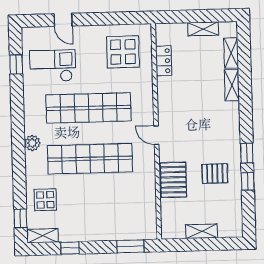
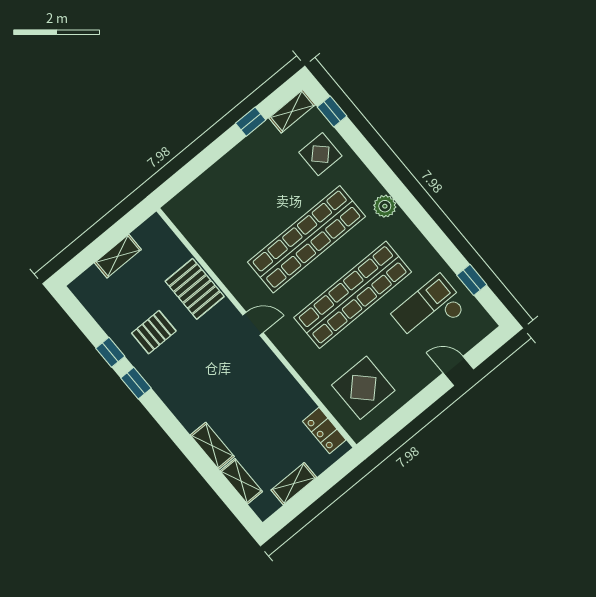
locker: (164, 61) -> (324, 431), moved
checkout: (53, 66) -> (430, 310), turned 180
window: (130, 246) -> (184, 177), removed

